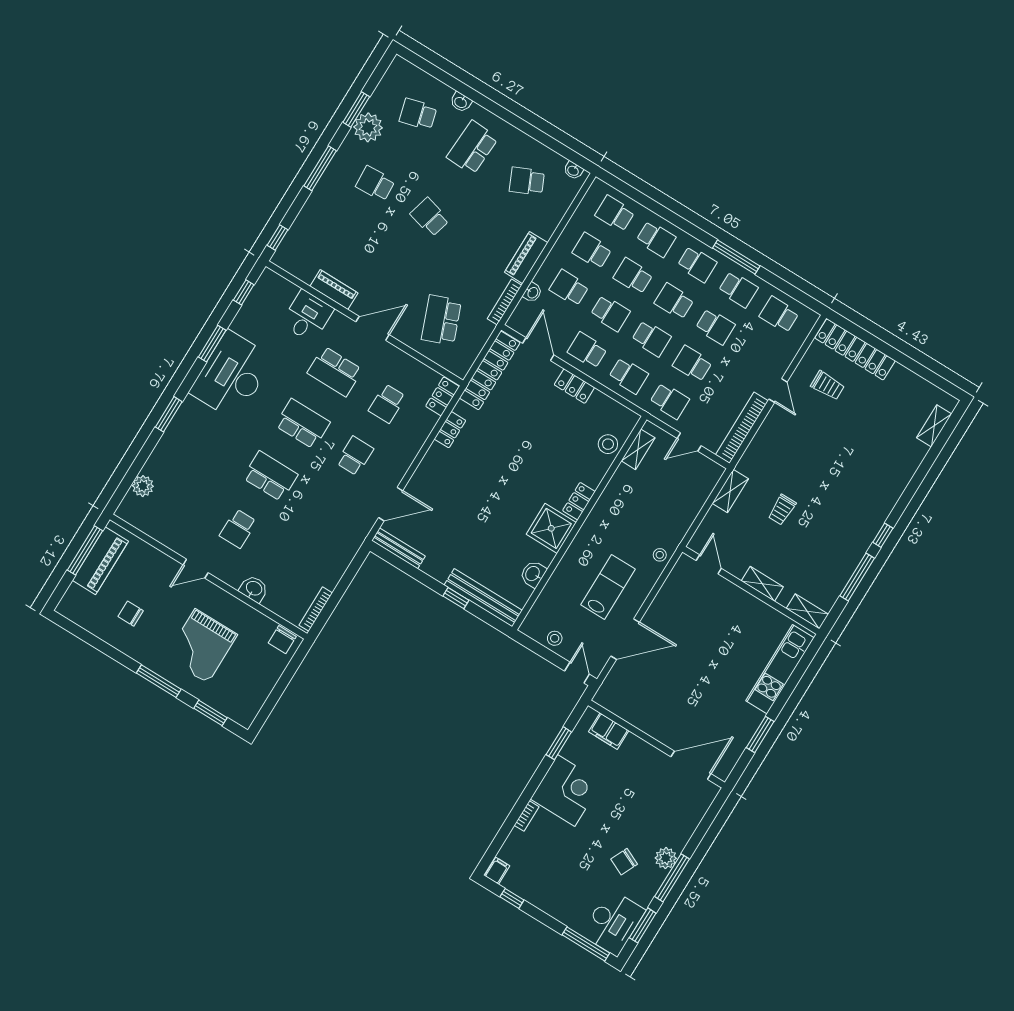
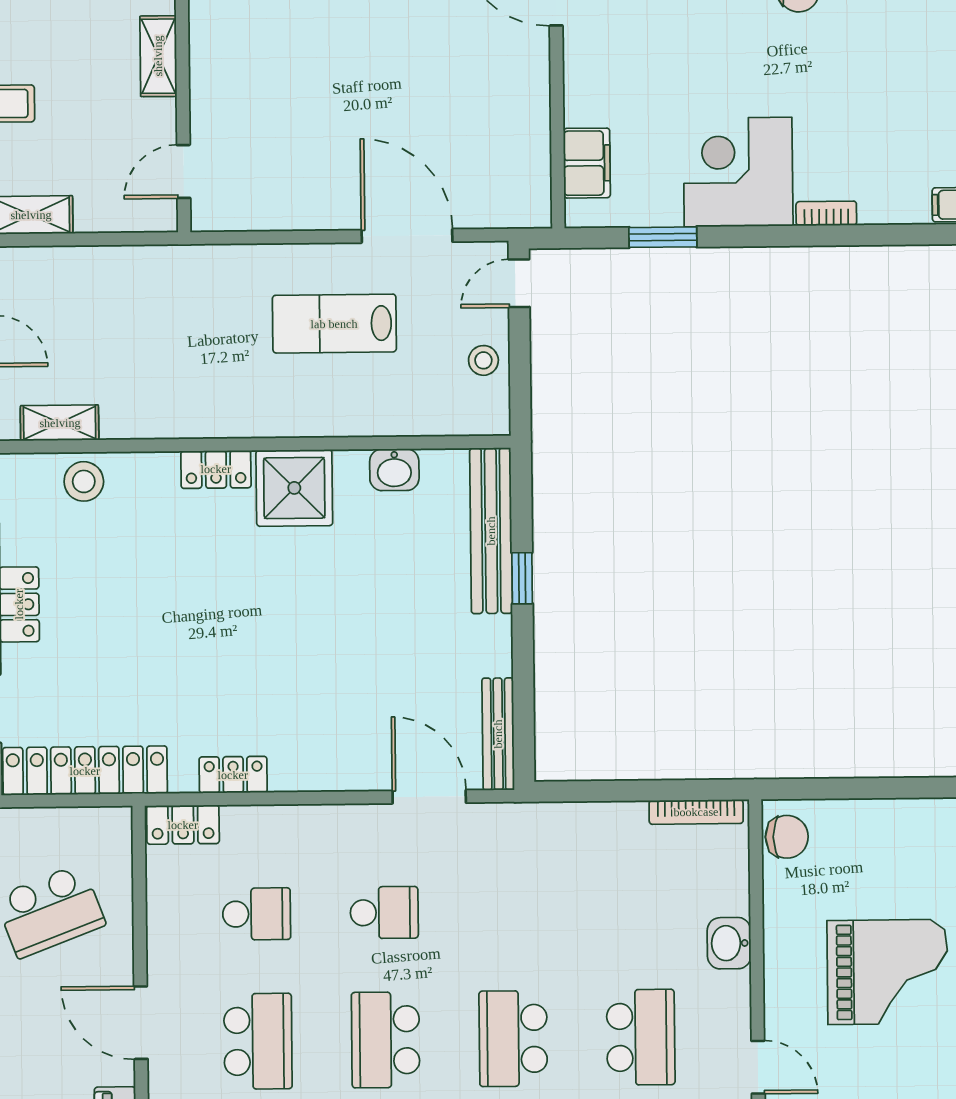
school desk: (355, 456) -> (384, 913), turned 180
school desk: (238, 529) -> (641, 1037), width x1.85
stool: (660, 555) -> (221, 268), removed

